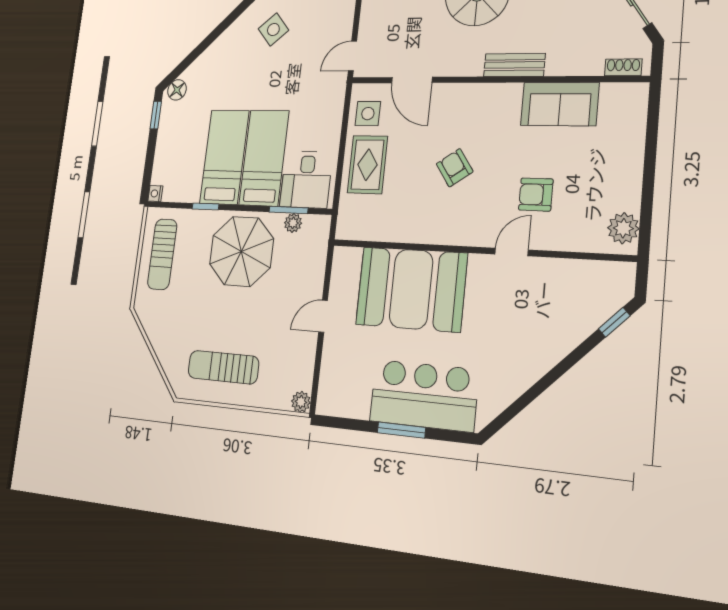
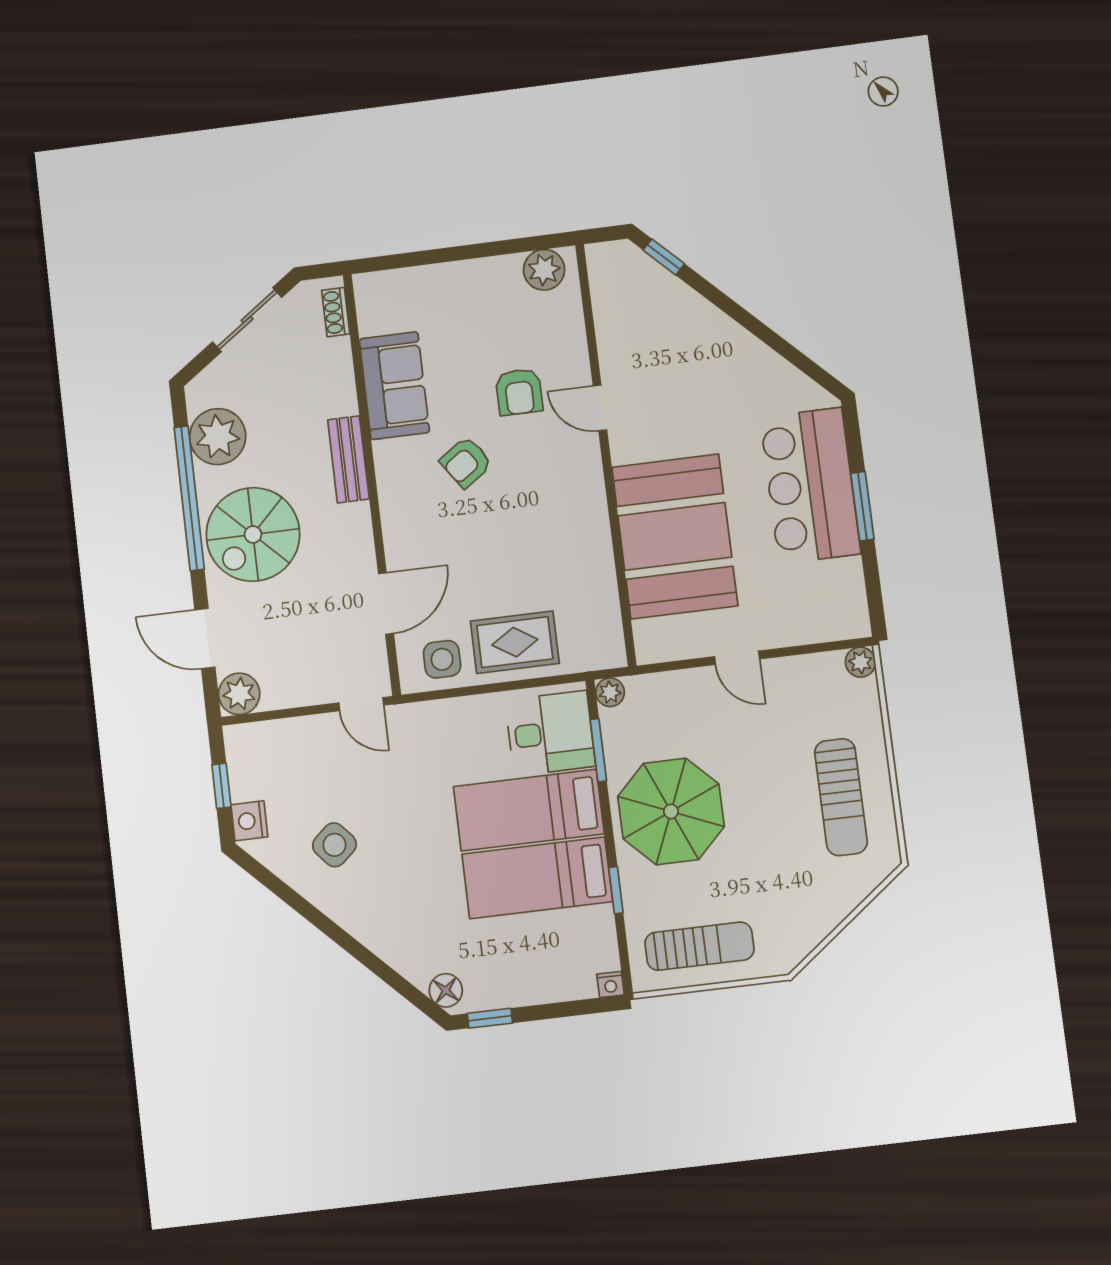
armchair: (455, 168) -> (466, 462), moved
plant: (293, 223) -> (610, 692), moved

